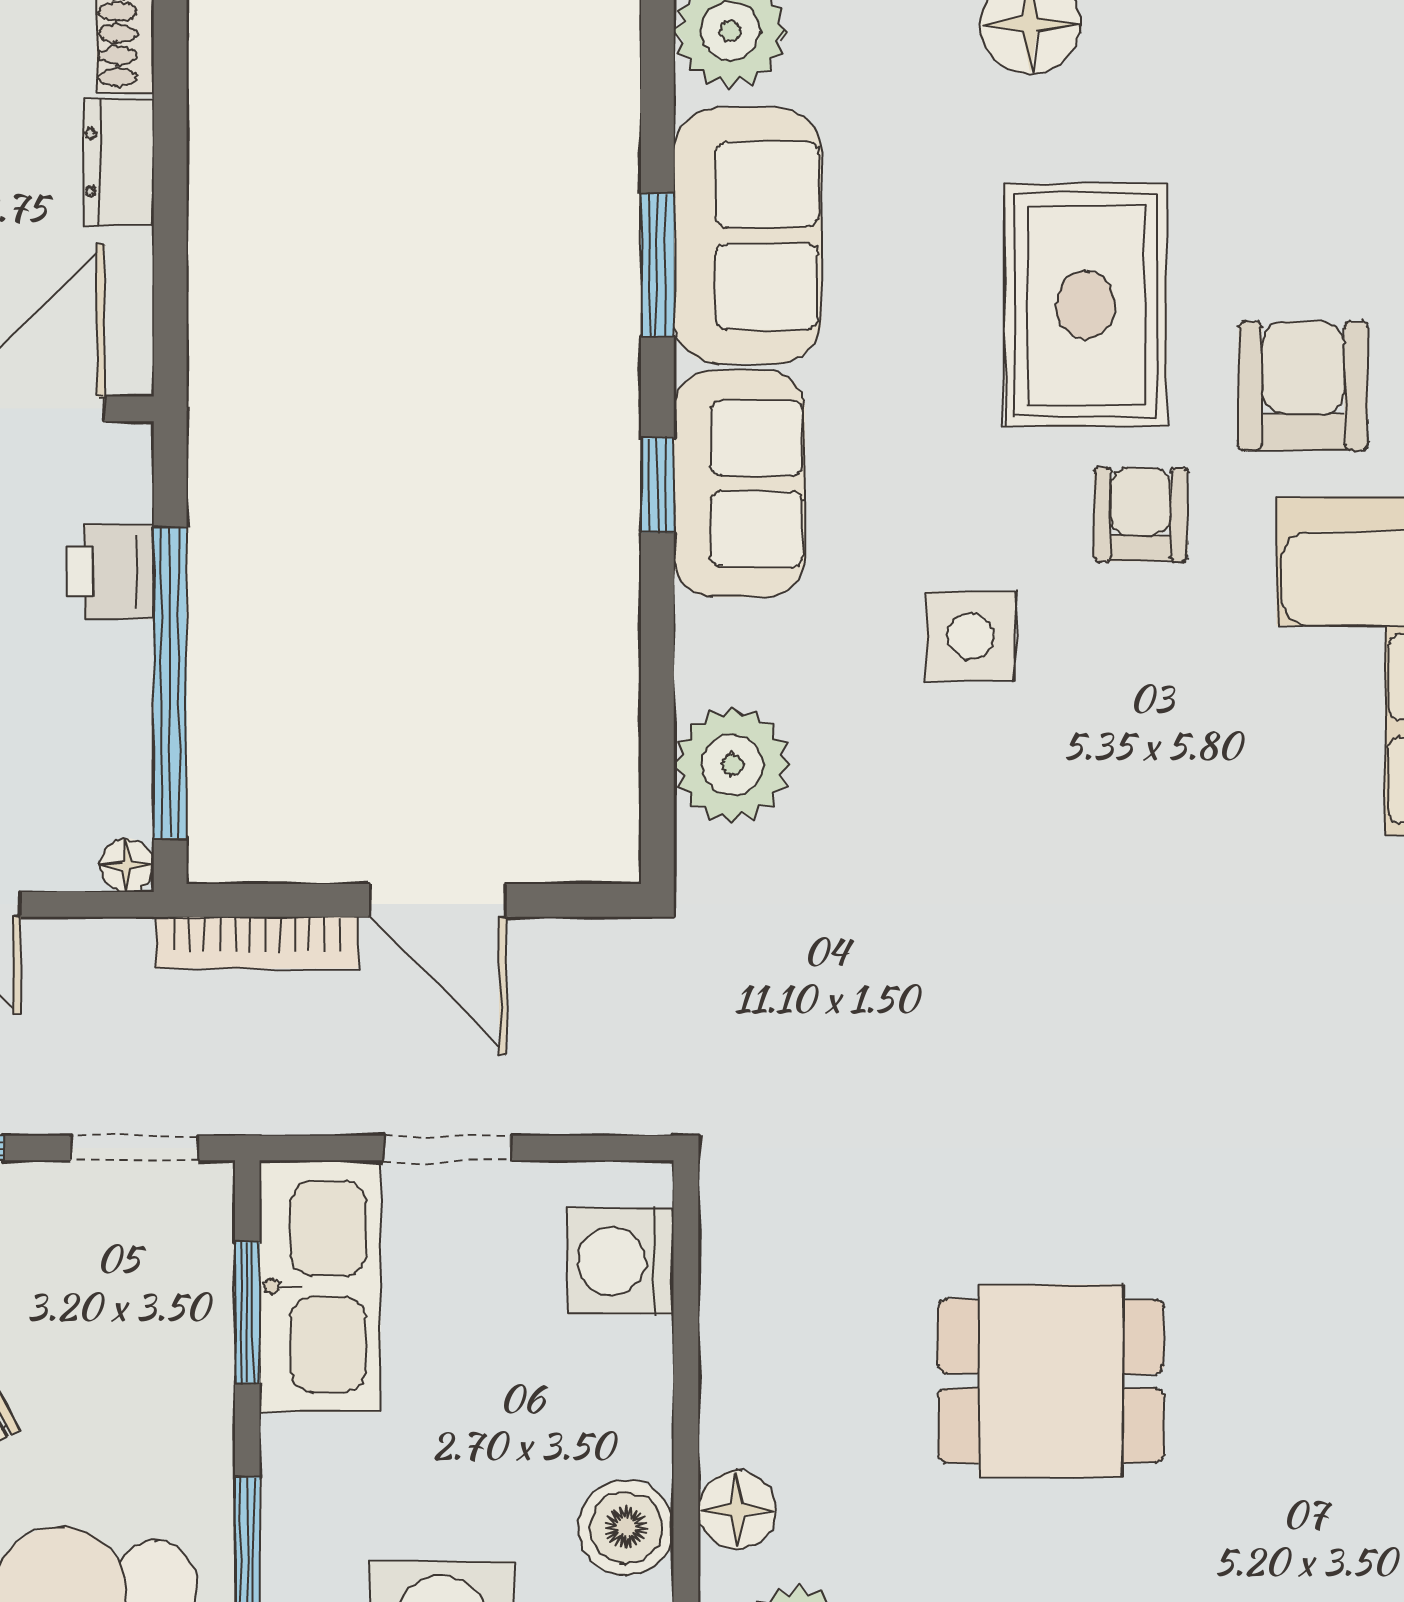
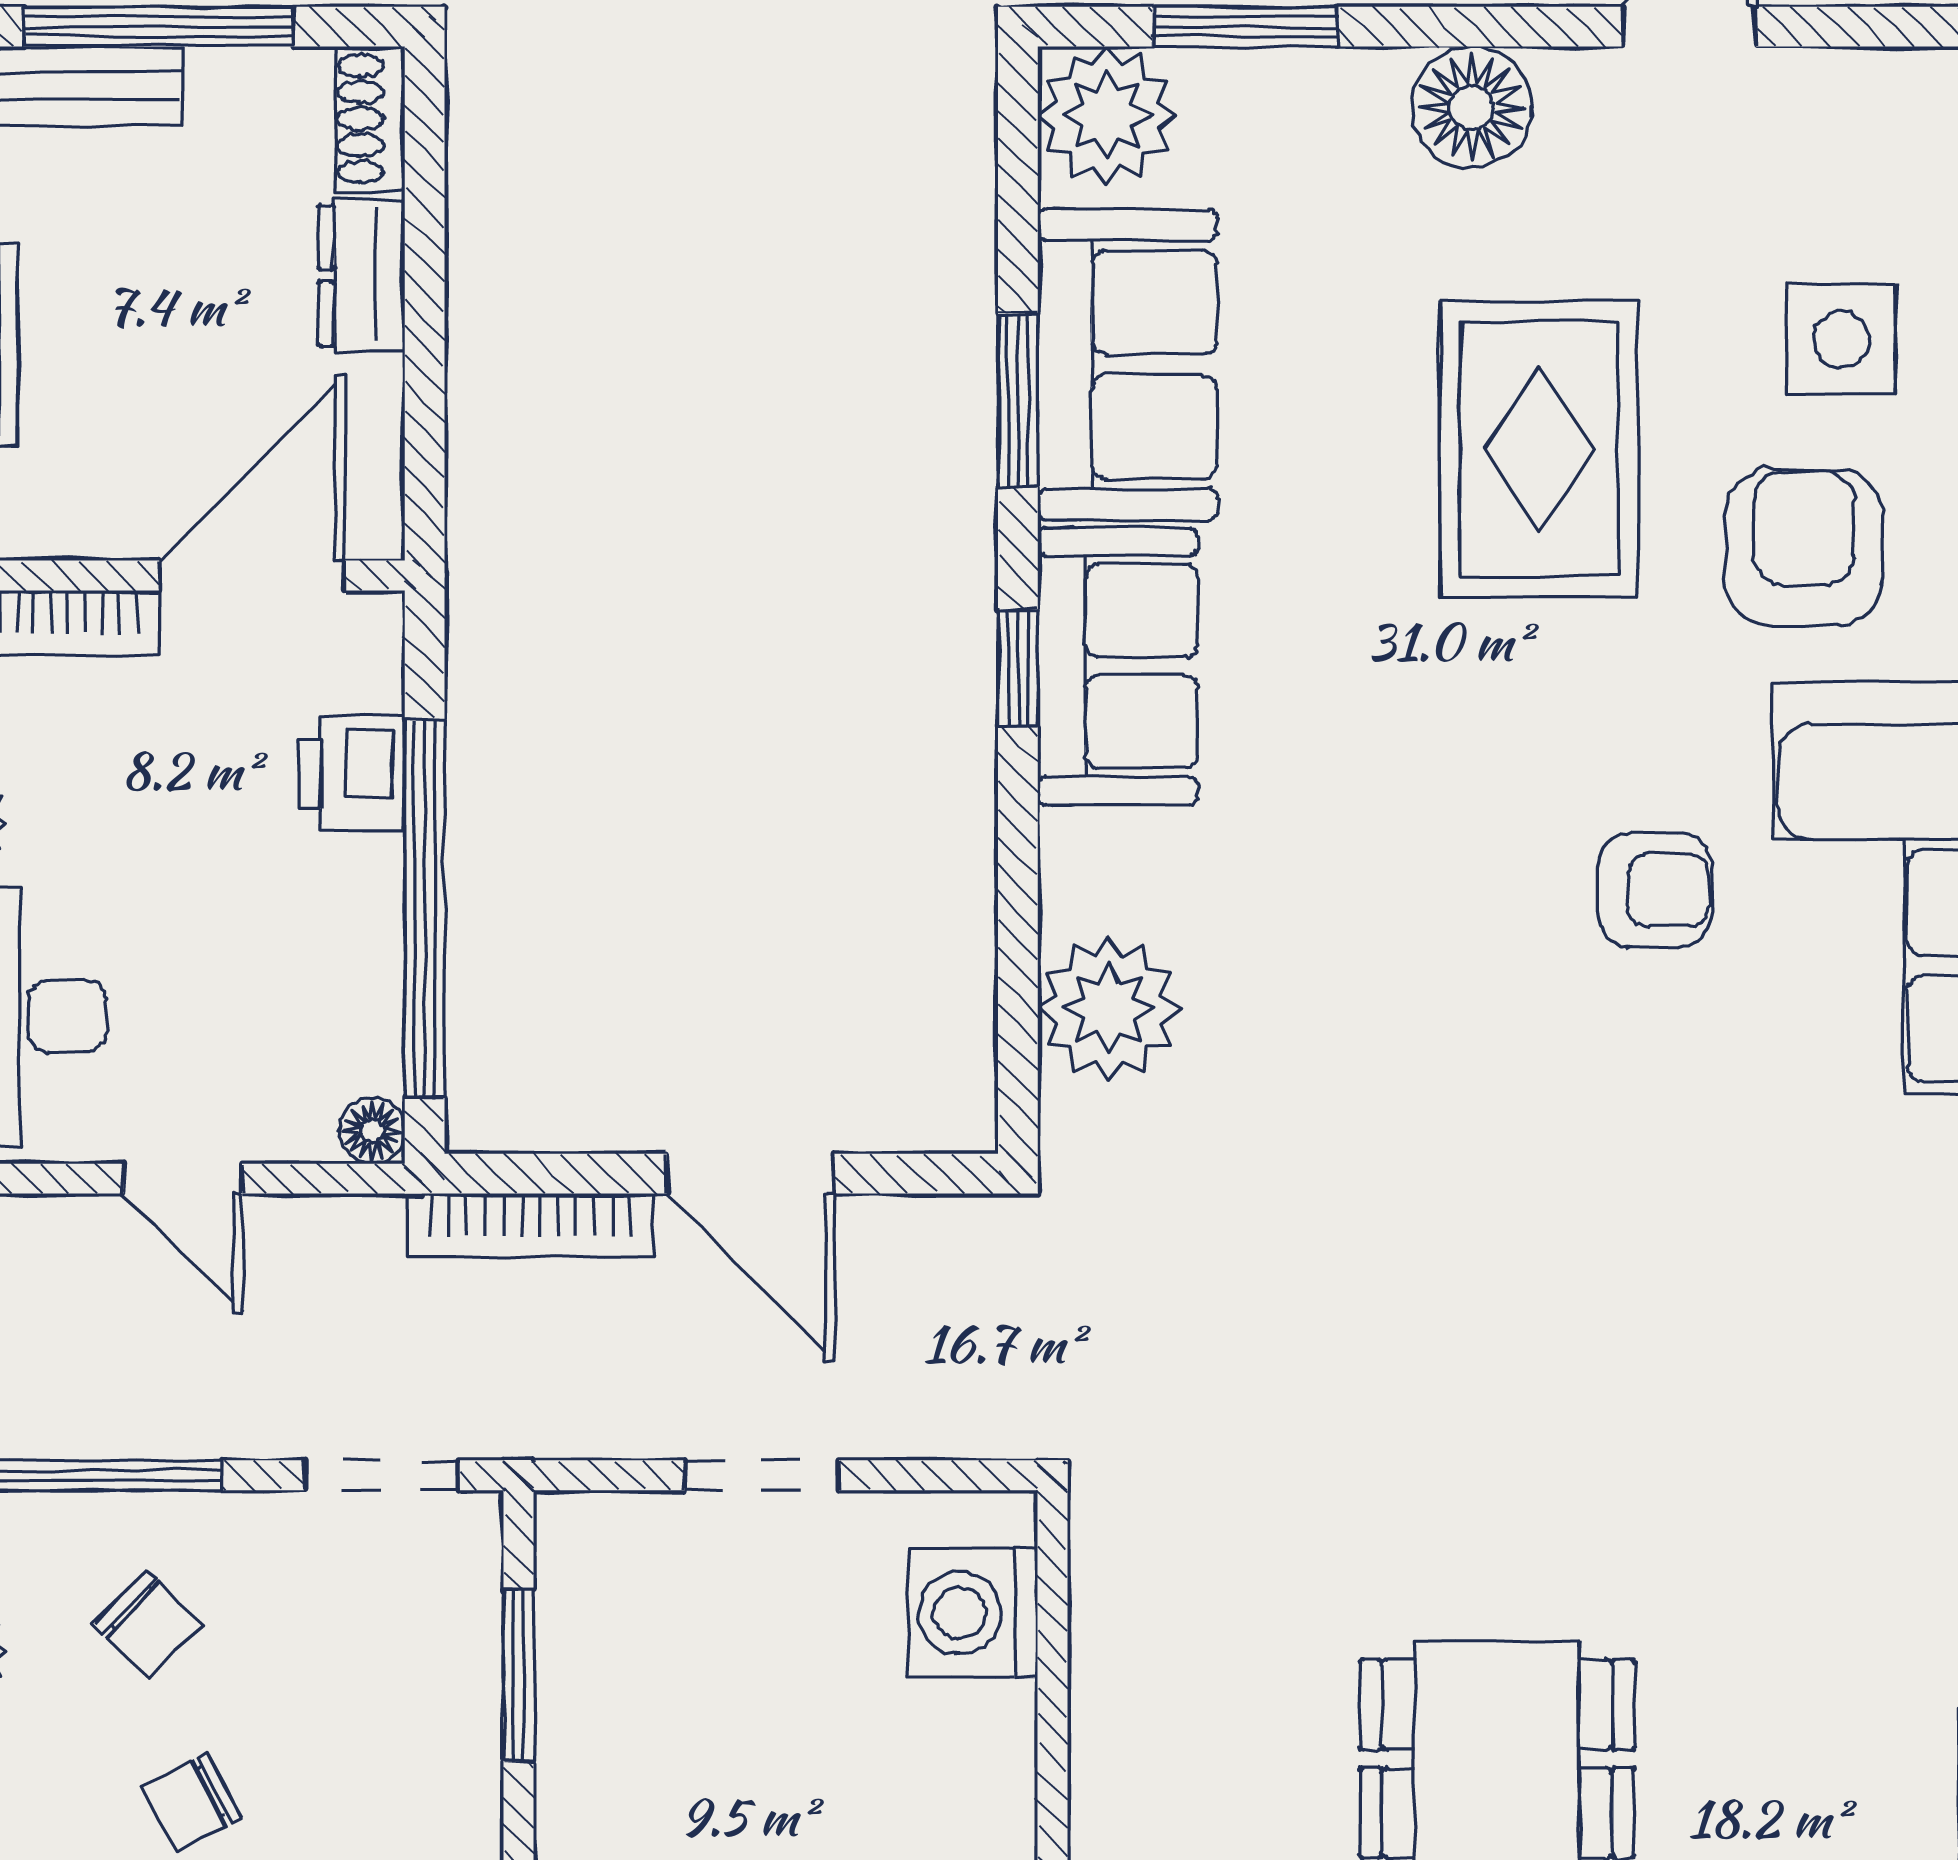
armchair: (1141, 515) -> (1655, 890), moved, turned 90
side table: (971, 636) -> (1841, 339), moved
kitchen sink: (320, 1286) -> (607, 1643), removed

